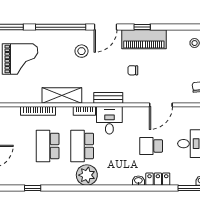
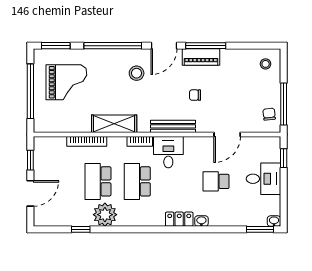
window: (142, 27) -> (206, 46), width x2.17
piano: (144, 39) -> (201, 57), width x0.73, depth x0.75
bench: (108, 98) -> (173, 126), width x1.36
plant: (87, 175) -> (105, 215), moved
locker: (158, 179) -> (179, 219), moved

